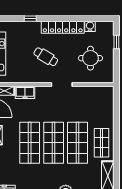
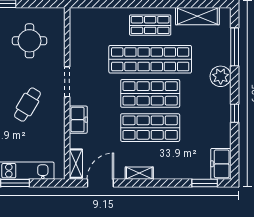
freezer: (25, 92) -> (78, 120), moved
shop shelf: (78, 143) -> (150, 59), width x1.40

